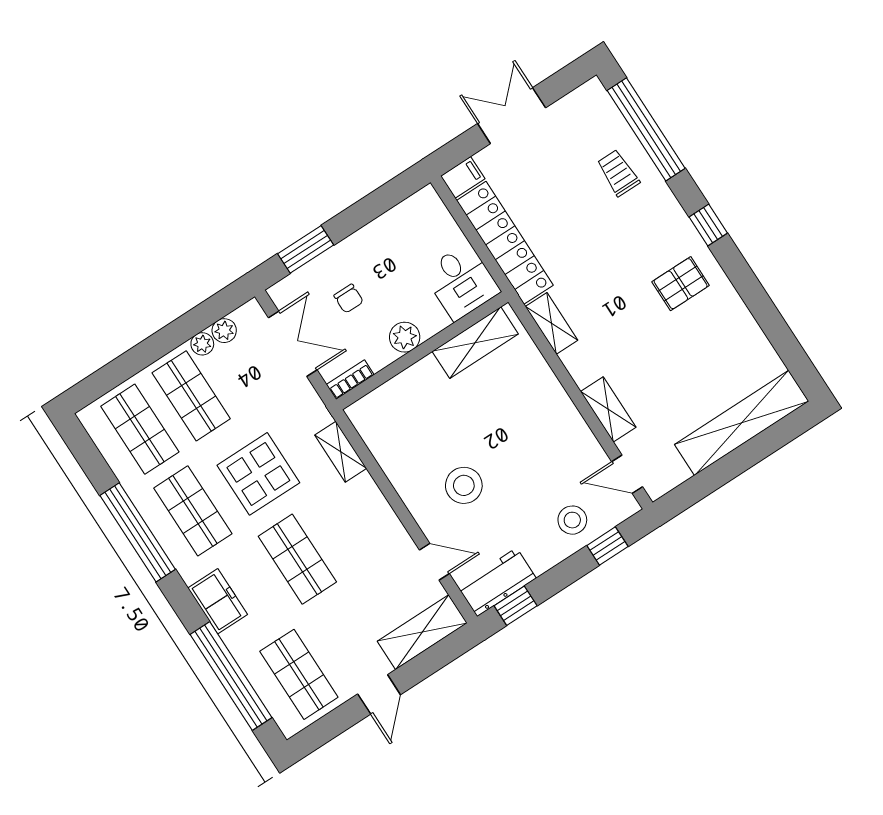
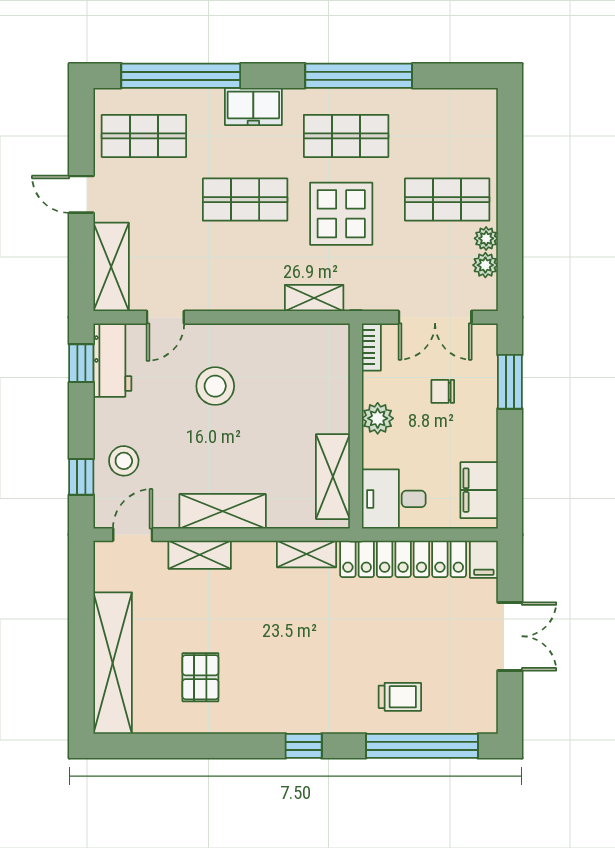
filing cabinet: (409, 217) -> (479, 490), added
pallet: (681, 284) -> (200, 677), moved
shelving: (561, 414) -> (223, 511), added
shop shelf: (140, 429) -> (447, 136), removed

